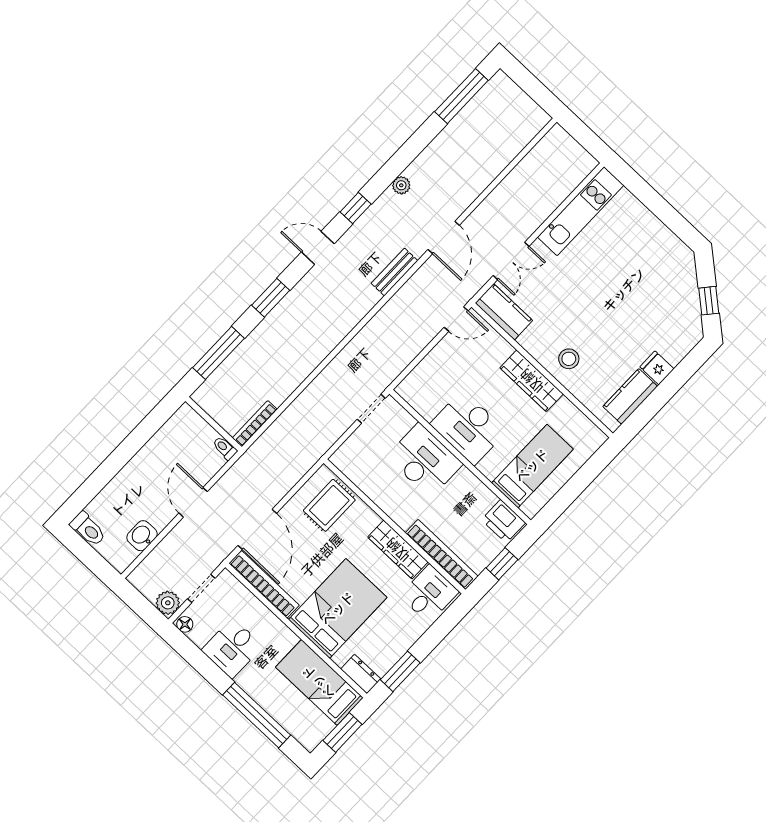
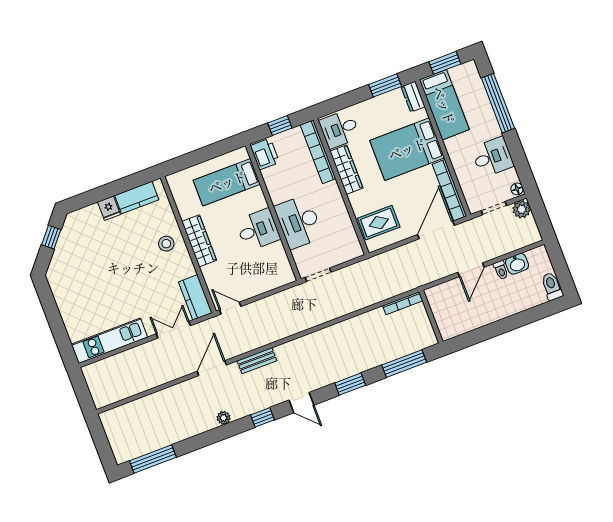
desk: (468, 428) -> (258, 230), width x0.73
toilet: (225, 448) -> (501, 270), moved

